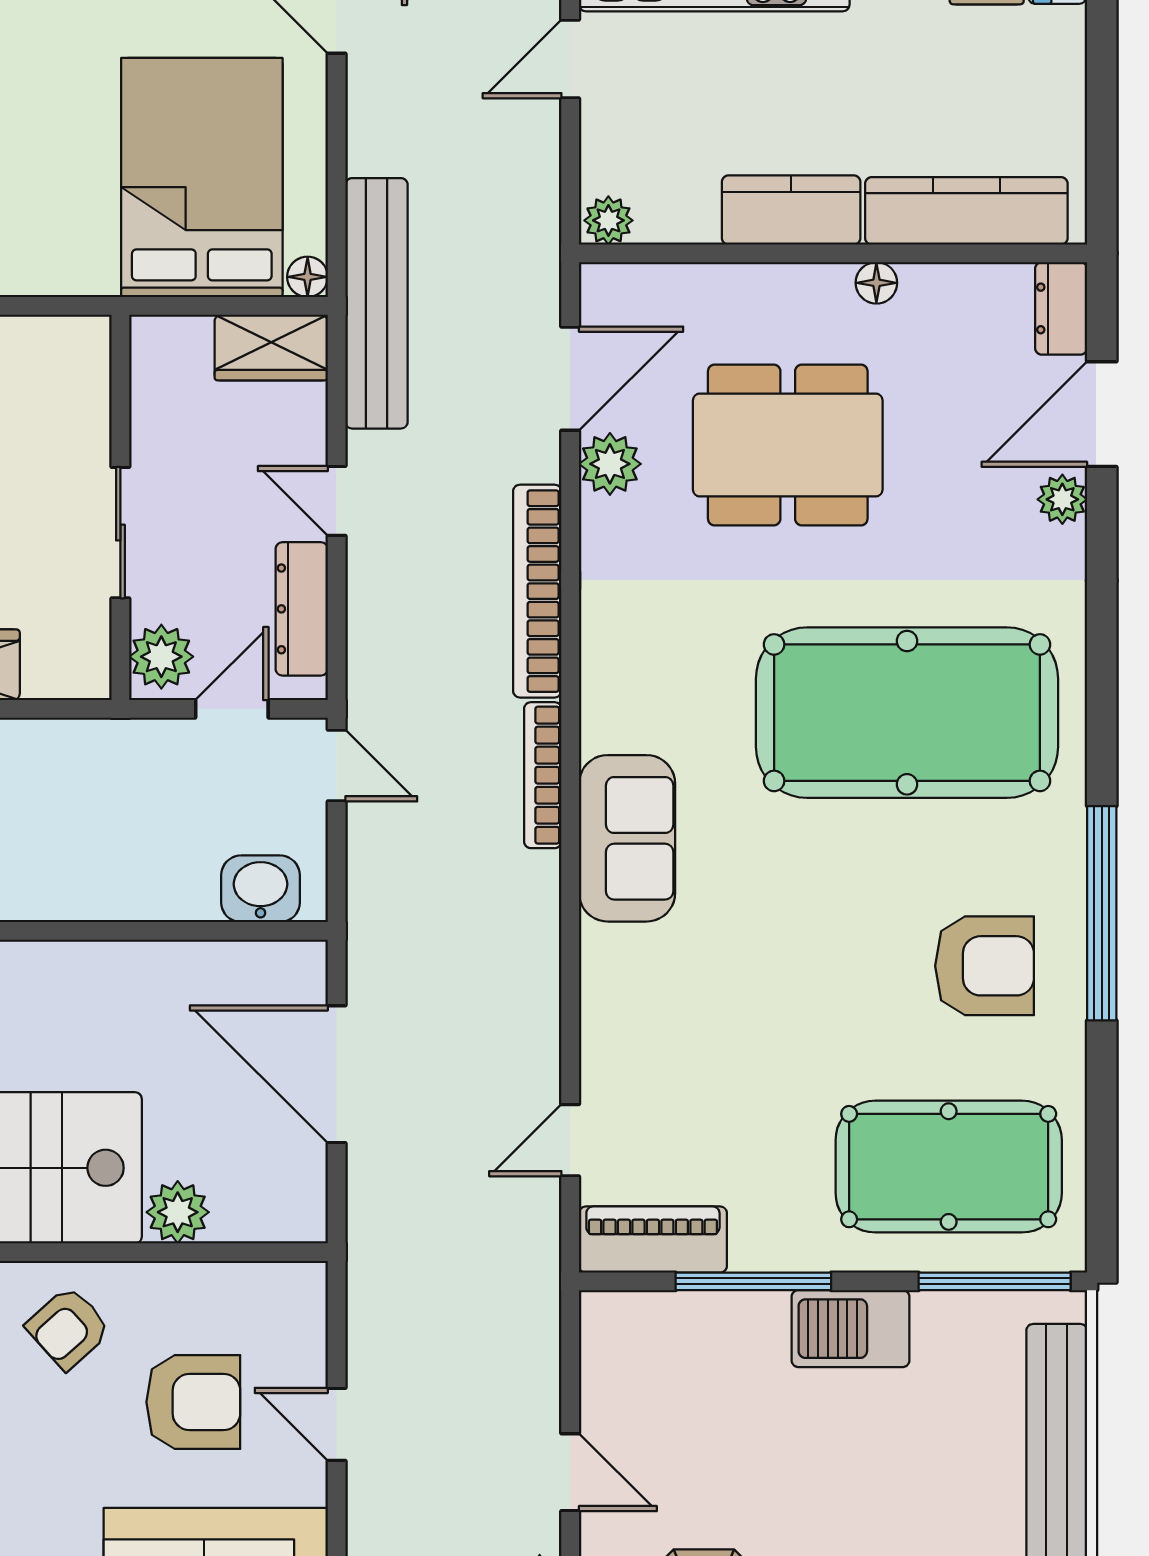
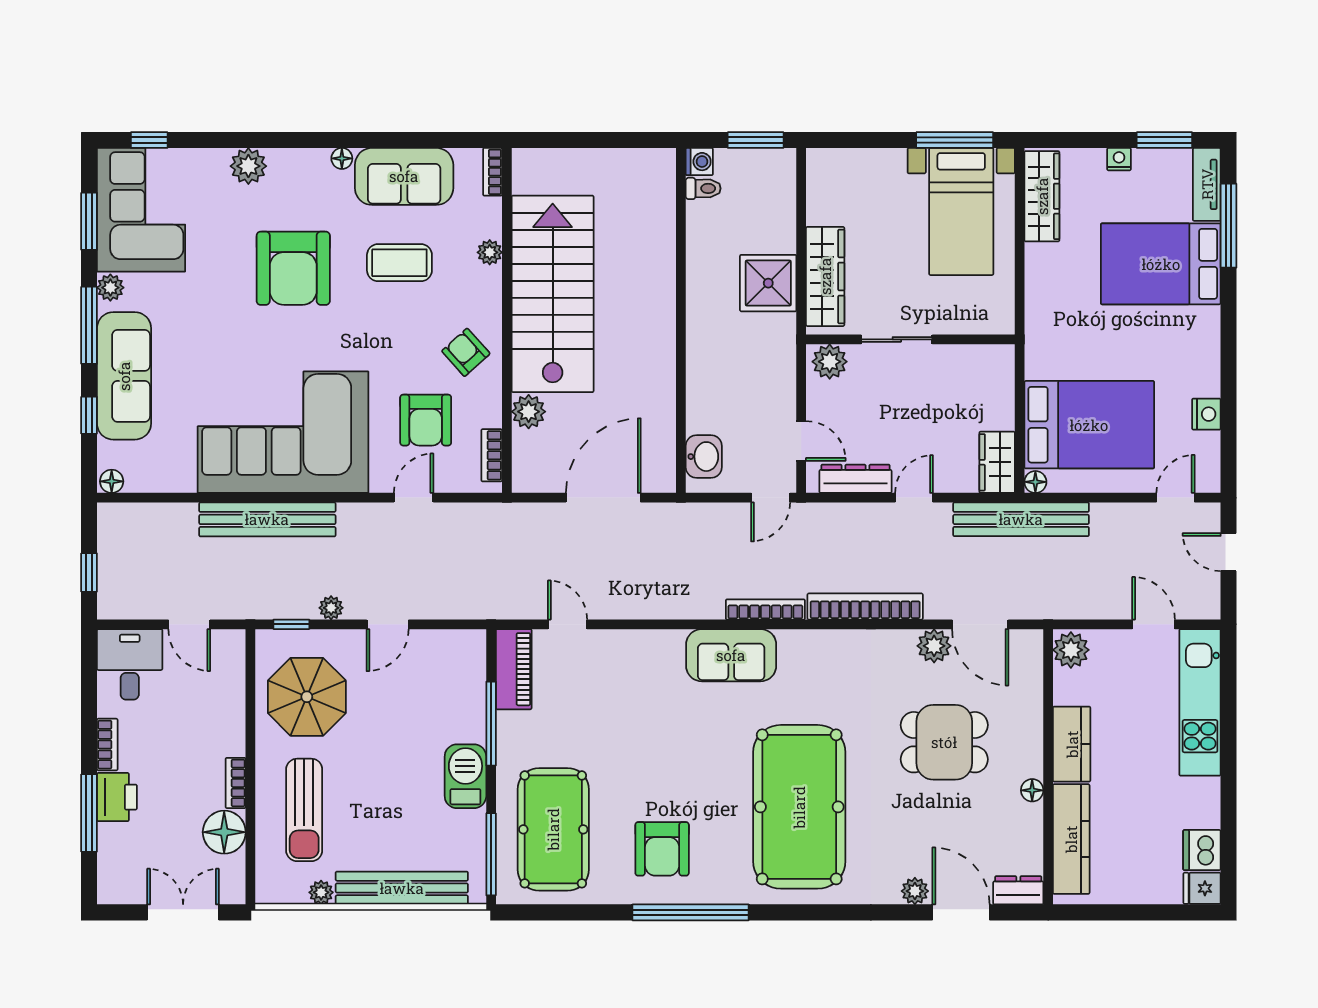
plant: (608, 220) -> (1071, 650), width x1.38, depth x1.38
dining table: (788, 445) -> (944, 742), width x0.73
wall: (120, 507) -> (910, 339), moved
sliding door: (120, 533) -> (897, 339), moved
plant: (161, 657) -> (830, 362), moved
bookcase: (258, 1280) -> (492, 455), added

